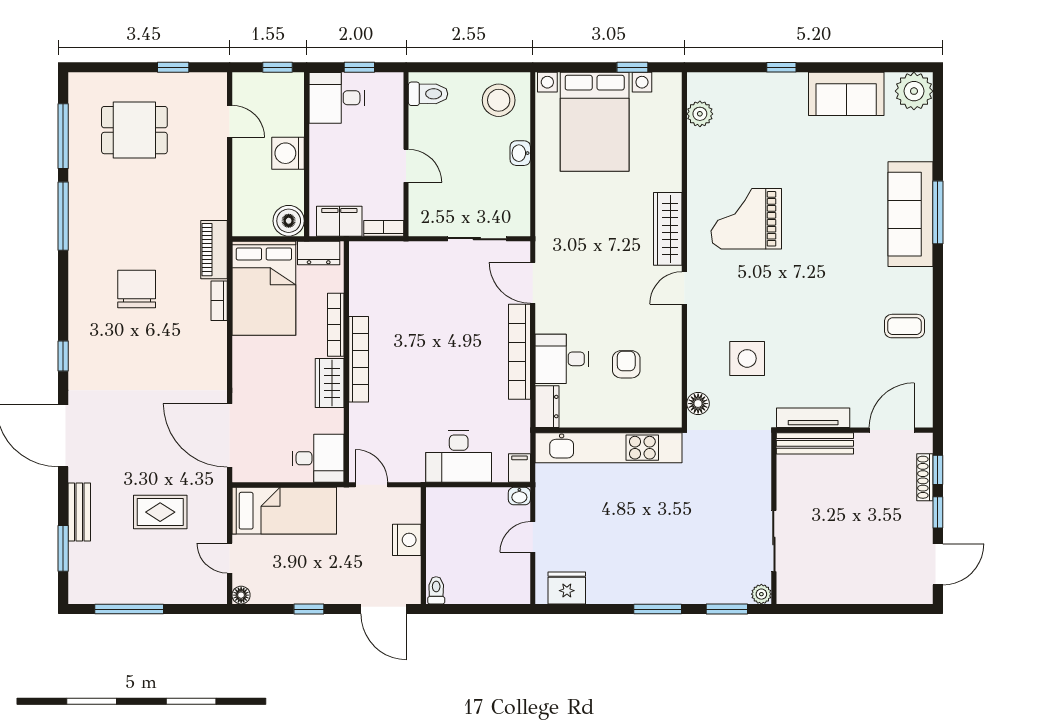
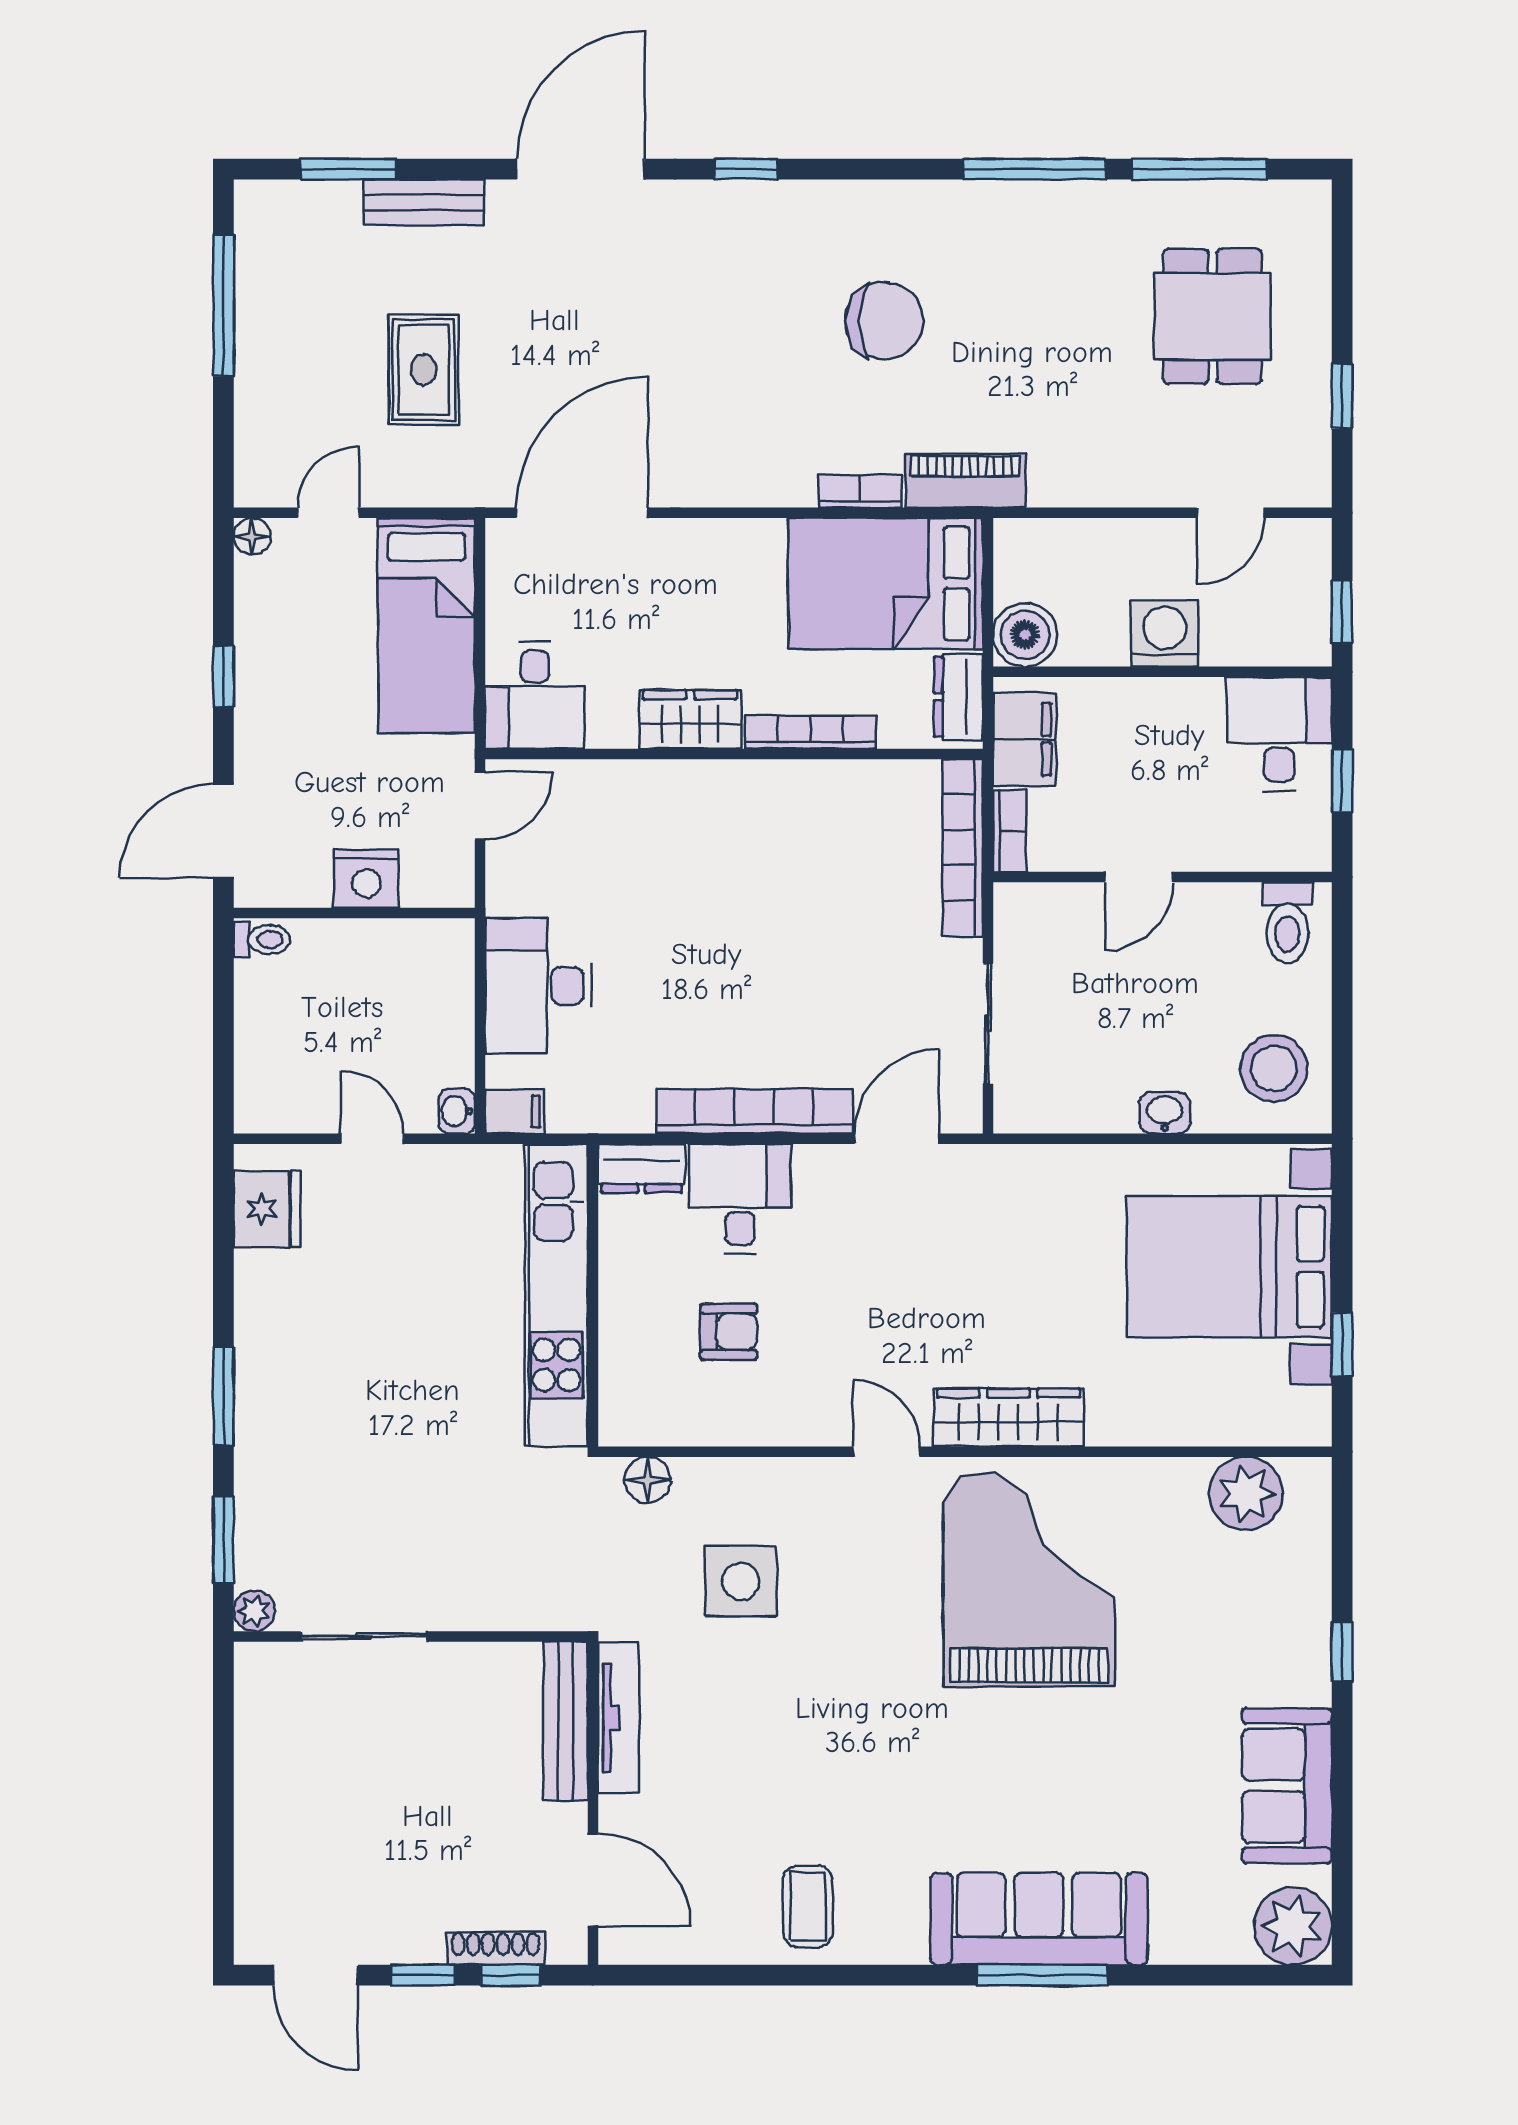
plant: (700, 114) -> (1246, 1494), width x1.36, depth x1.36
grand piano: (746, 219) -> (1029, 1580), width x1.37, depth x1.48
bookcase: (359, 359) -> (963, 848), moved, turned 90

